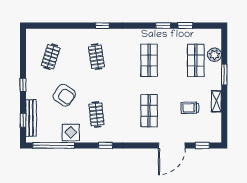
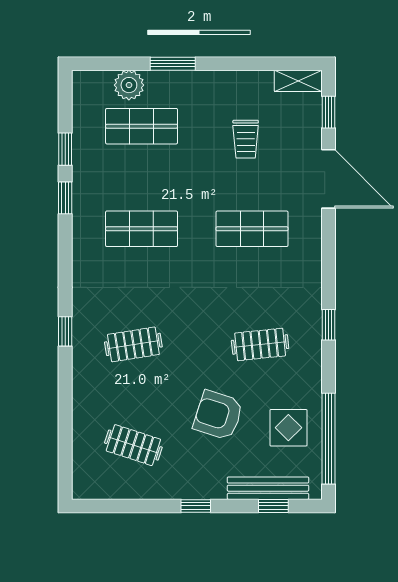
armchair: (64, 95) -> (218, 415), turned -107
shelving: (216, 101) -> (298, 81), moved
display table: (71, 132) -> (288, 428), moved

